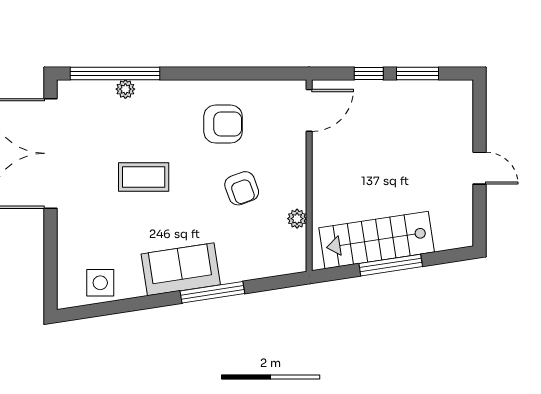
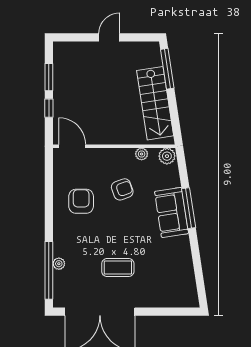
coffee table: (144, 177) -> (118, 268), moved, turned 90
plant: (294, 258) -> (167, 156), added
window: (391, 265) -> (167, 69), moved
sofa: (181, 269) -> (172, 212), moved
side table: (100, 283) -> (183, 280), removed

